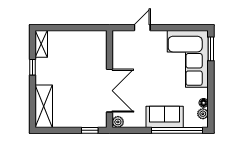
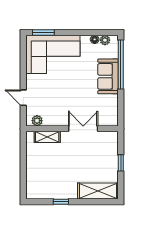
shelving: (41, 44) -> (47, 137), moved
double door: (110, 91) -> (83, 129), width x0.73
plant: (118, 122) -> (37, 121), moved
window: (90, 130) -> (121, 163), moved

